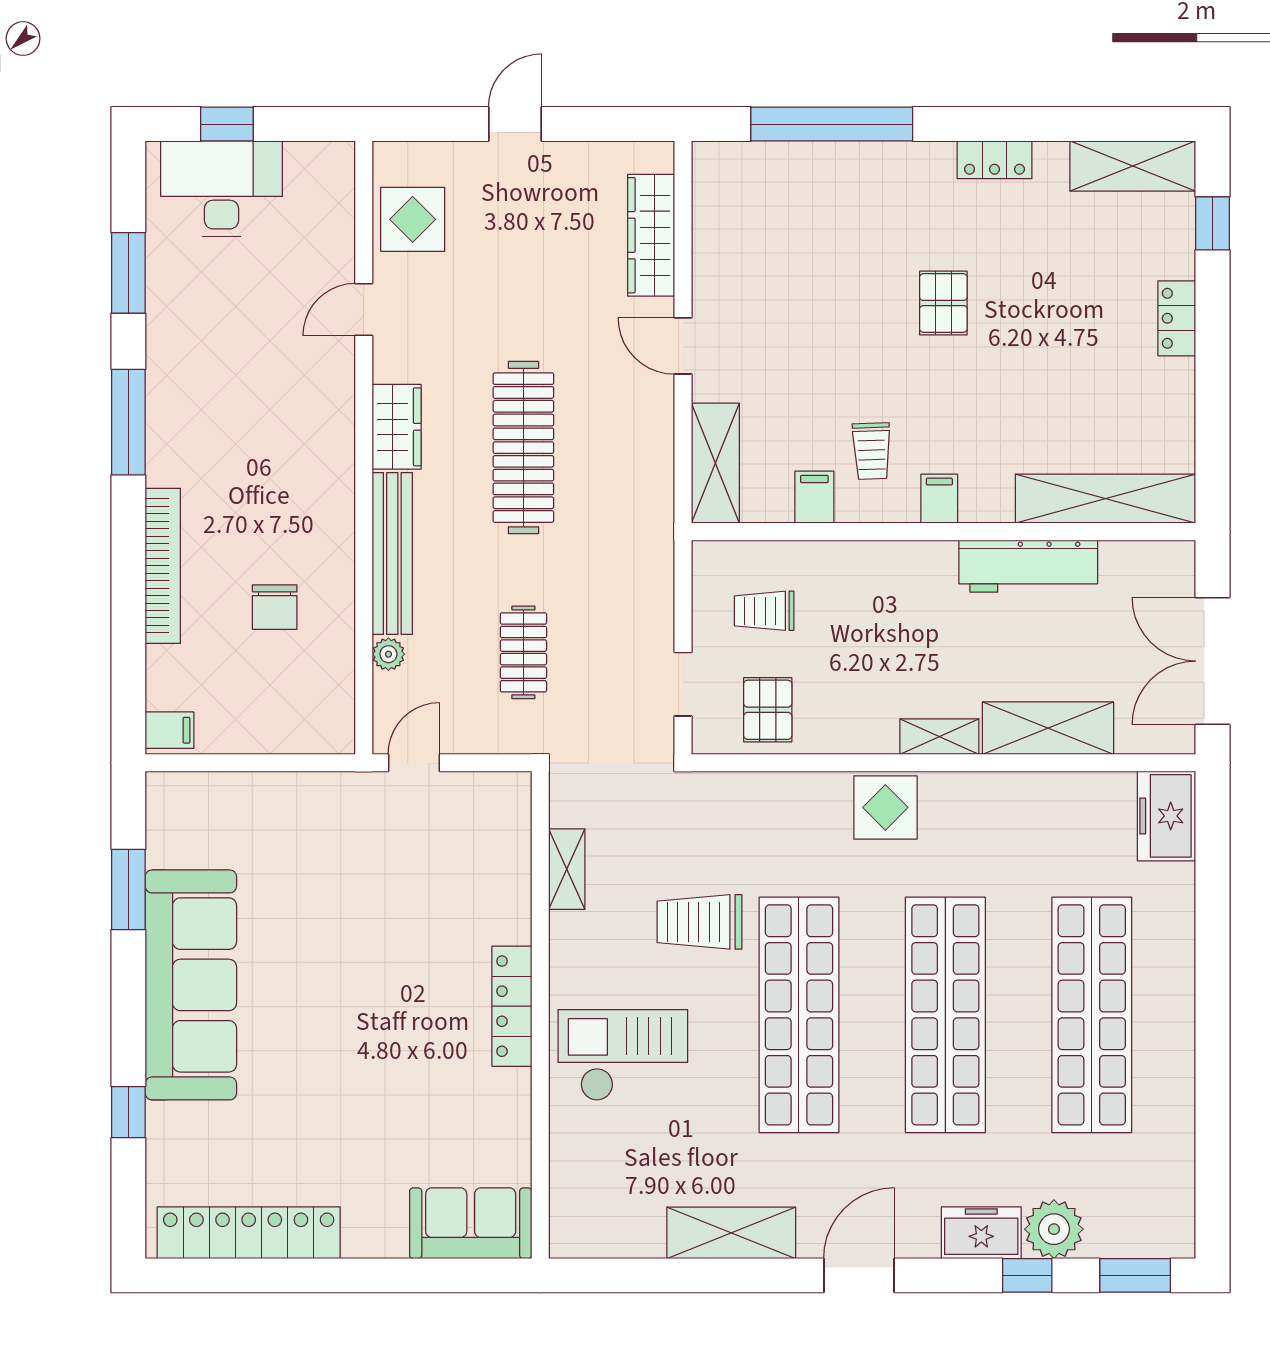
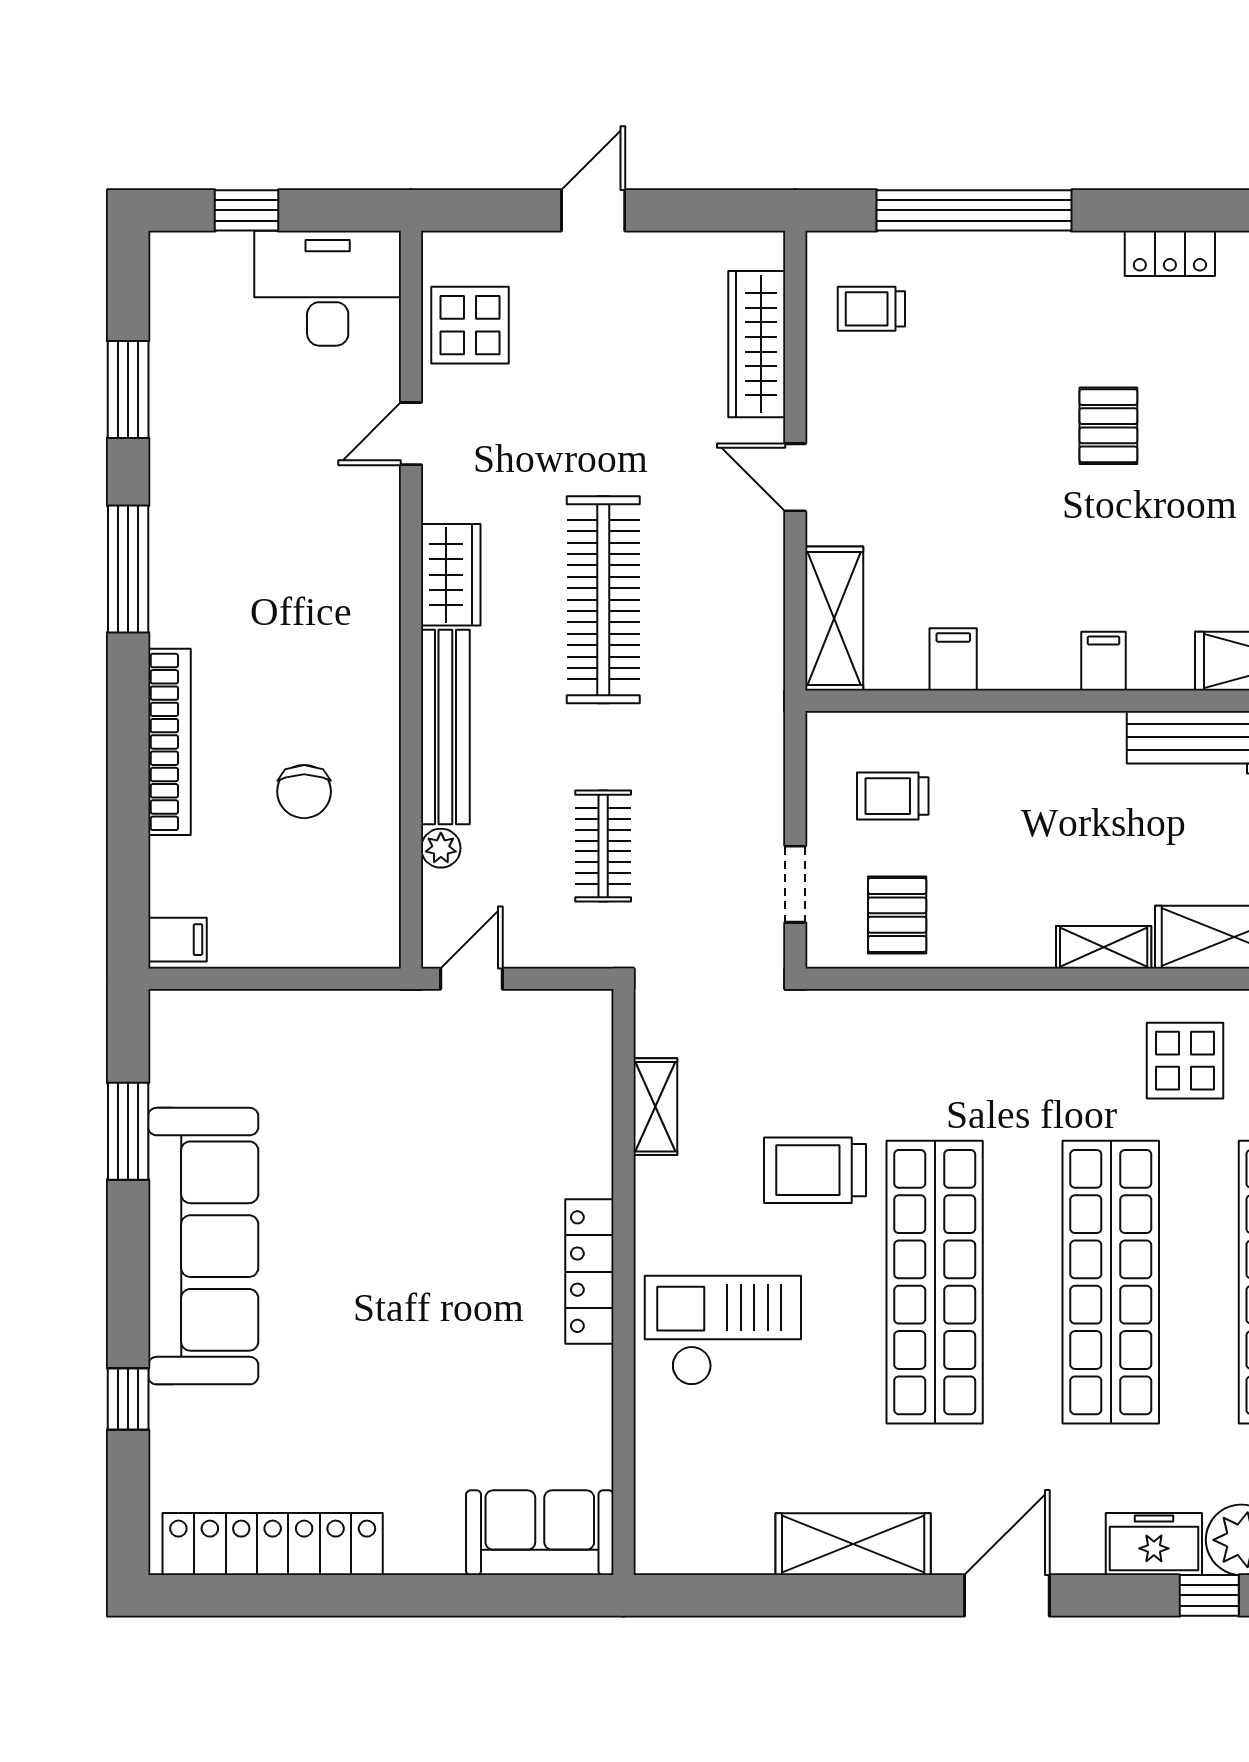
desk: (221, 189) -> (328, 288), moved
trolley: (872, 451) -> (871, 309), moved, turned 92
display table: (885, 807) -> (1185, 1061), moved

